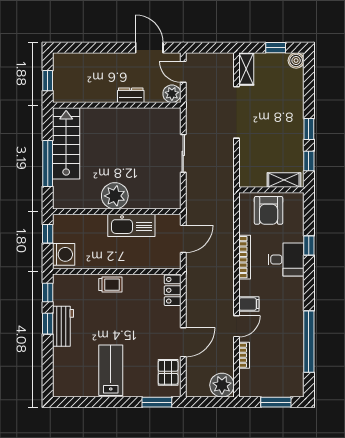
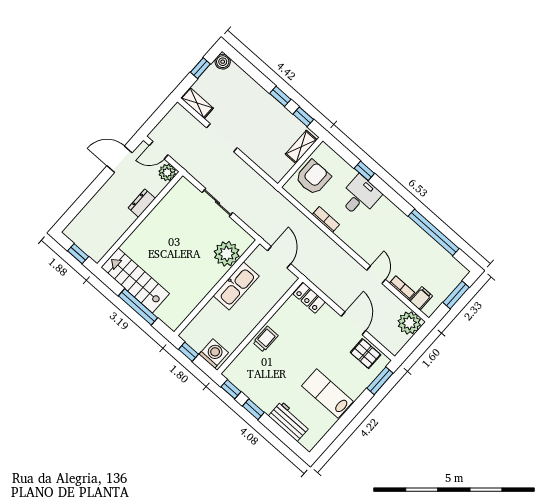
doorway: (236, 112) -> (222, 138), width x0.73
plant: (115, 196) -> (227, 254), moved
armchair: (269, 210) -> (313, 177), turned -90
bookcase: (245, 257) -> (326, 220), width x0.64
filing cabinet: (249, 304) -> (421, 298), moved
workbench: (63, 326) -> (289, 421), moved

